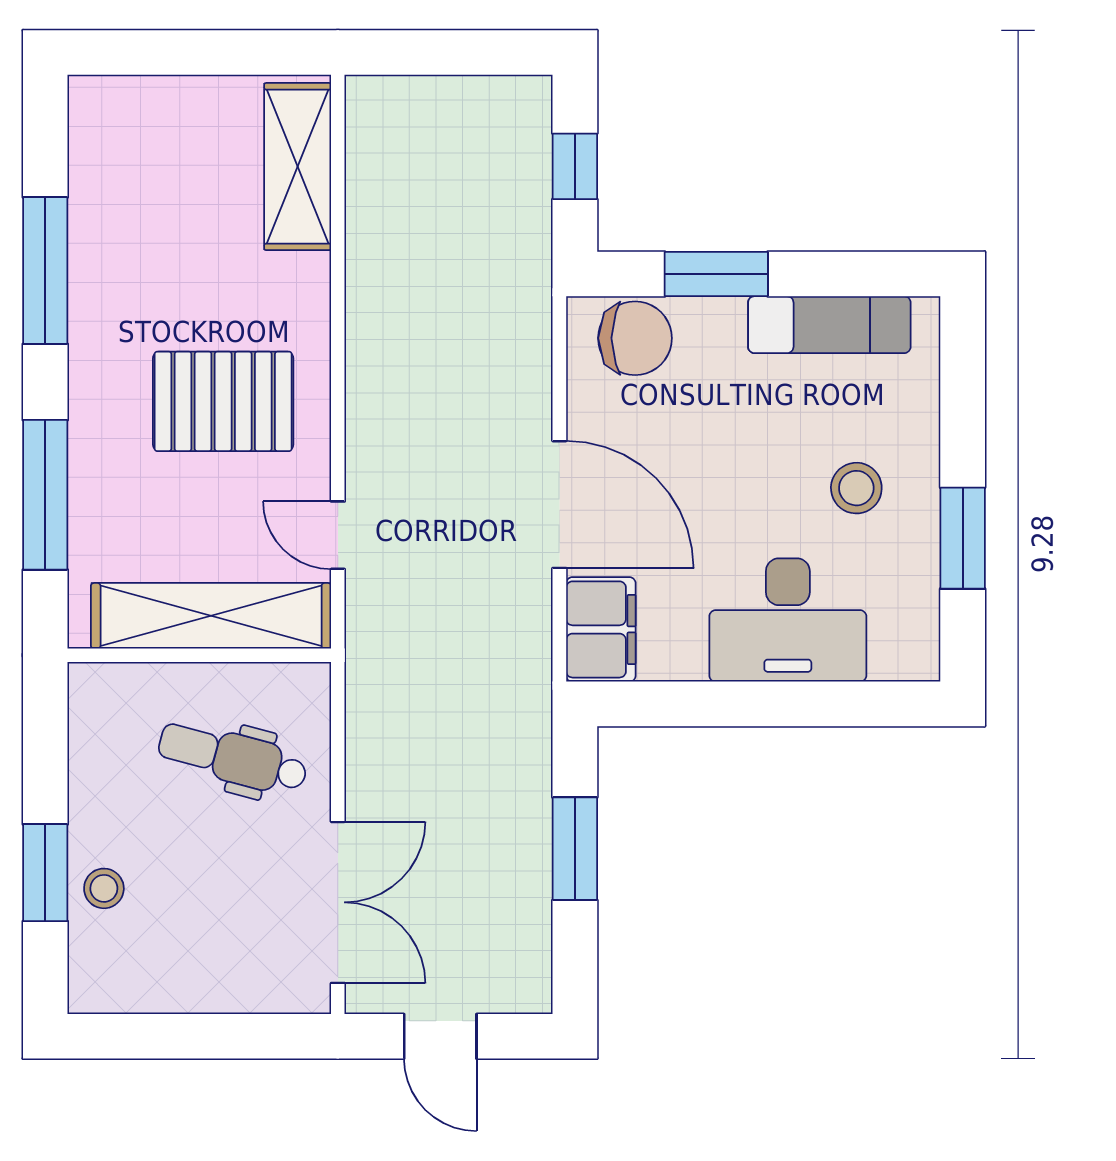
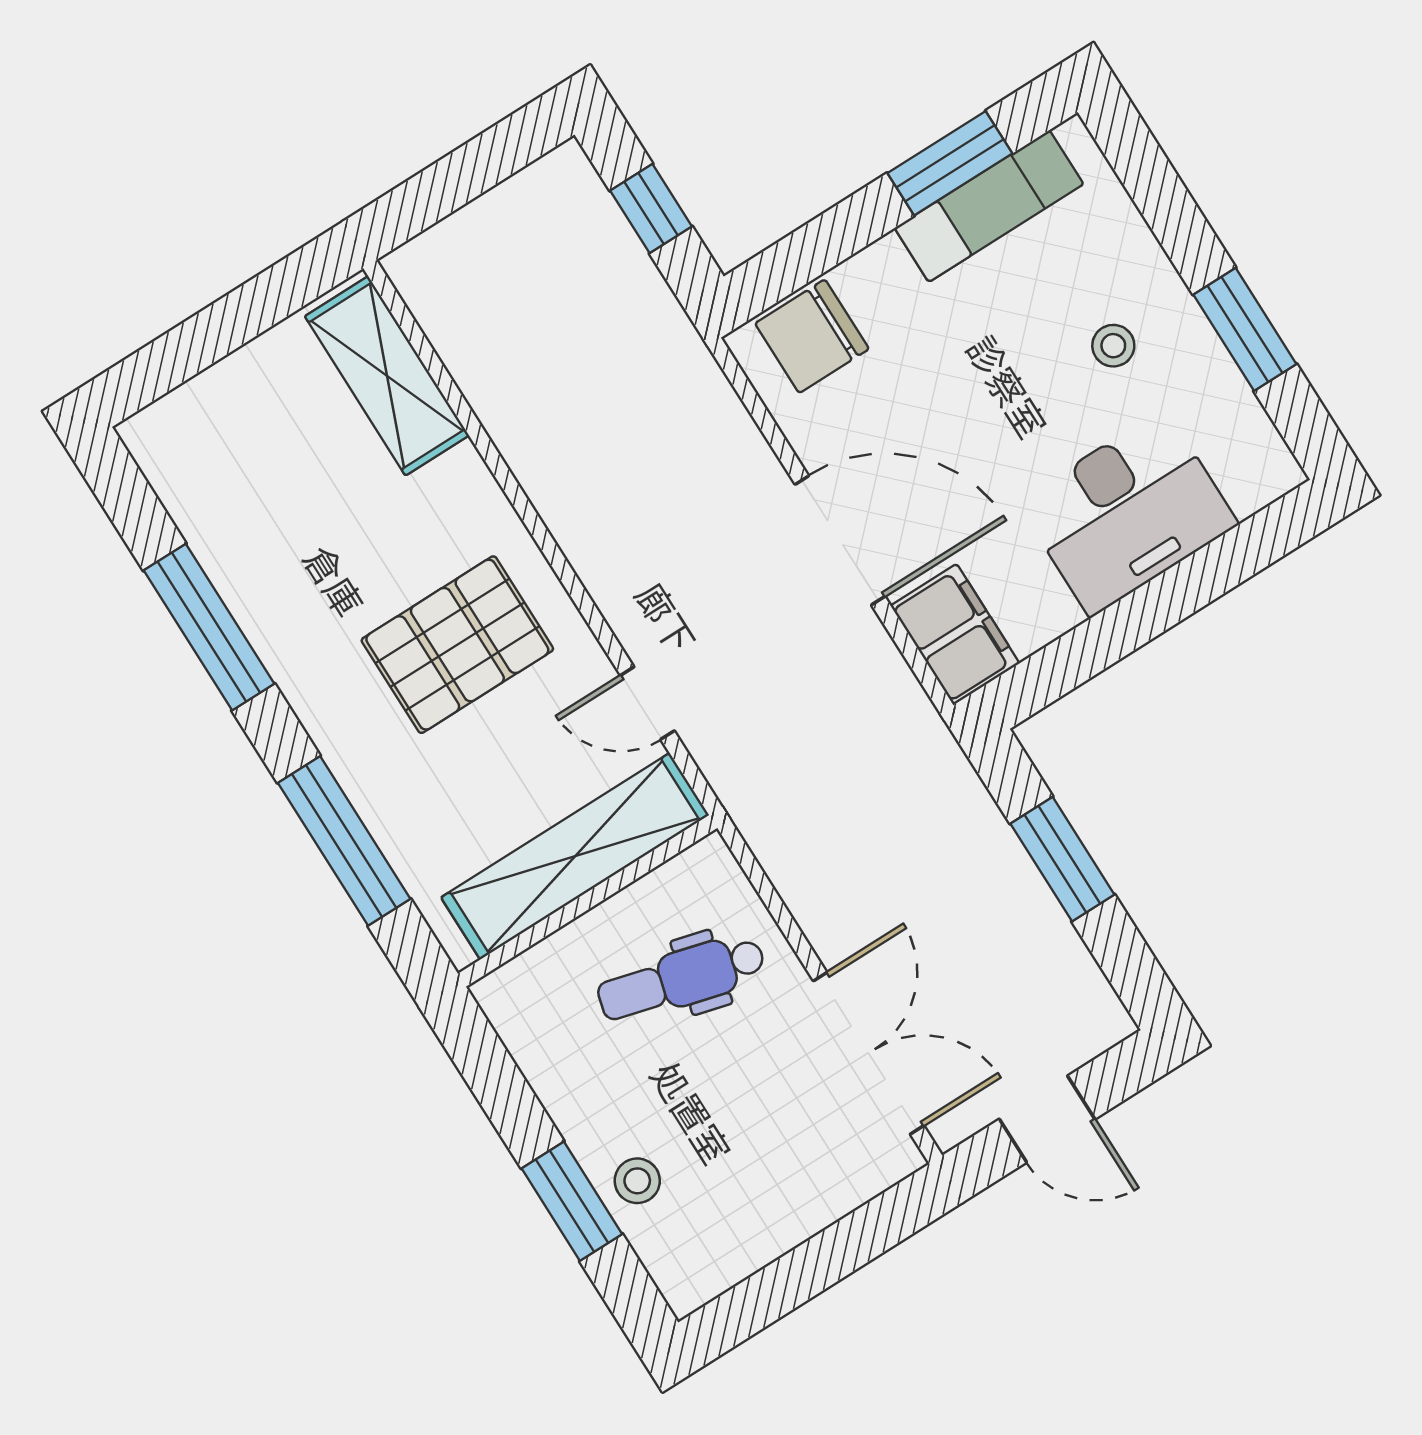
window: (716, 274) -> (950, 163), moved
chair: (635, 338) -> (812, 336), turned 180
stool: (856, 488) -> (1113, 346), width x0.73, depth x0.73

